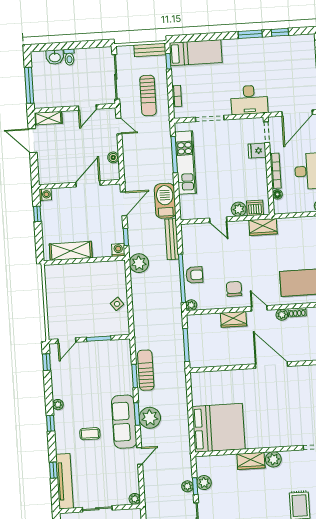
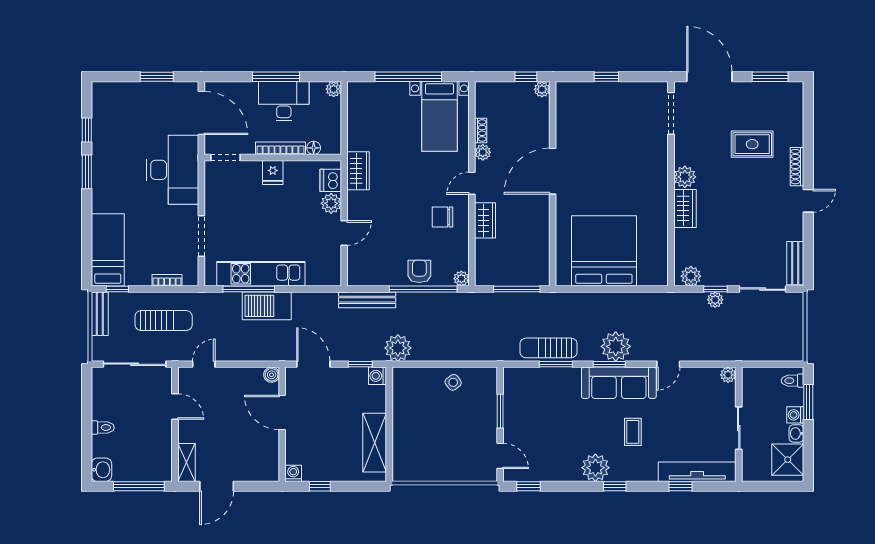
washbasin: (55, 57) -> (101, 470), moved
desk: (249, 100) -> (173, 170), width x1.36, depth x1.30
fridge: (257, 151) -> (273, 172), moved
boiler: (113, 157) -> (272, 375), moved
barbecue: (165, 201) -> (267, 306), moved
plant: (58, 405) -> (595, 468), width x1.88, depth x1.88
bed: (219, 428) -> (604, 251), moved
door: (140, 456) -> (668, 364), swing flipped
plant: (204, 483) -> (691, 276), moved

